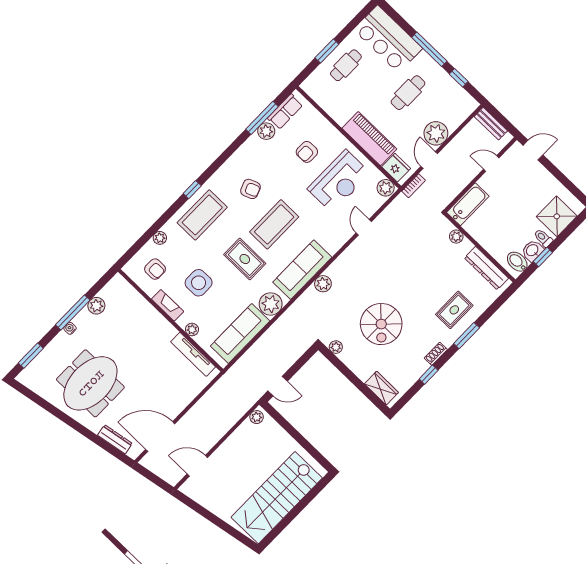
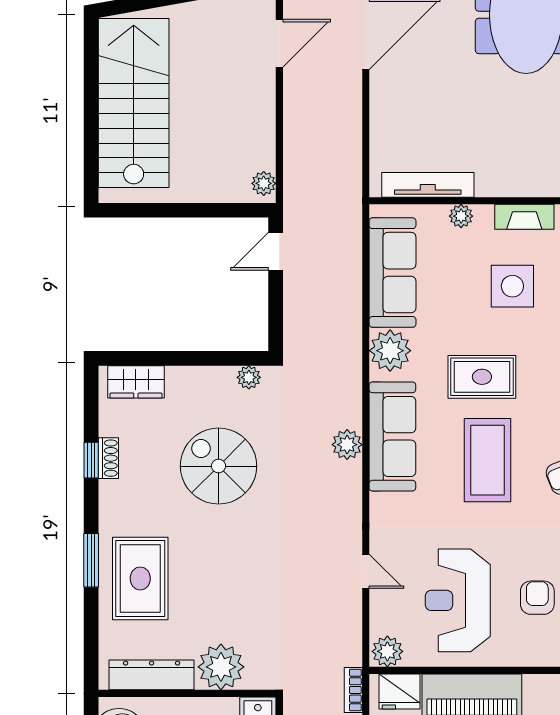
plant: (456, 237) -> (221, 667), width x1.88, depth x1.88
rug: (454, 310) -> (140, 578), width x1.36, depth x1.43
shoe rack: (436, 354) -> (108, 458), moved

